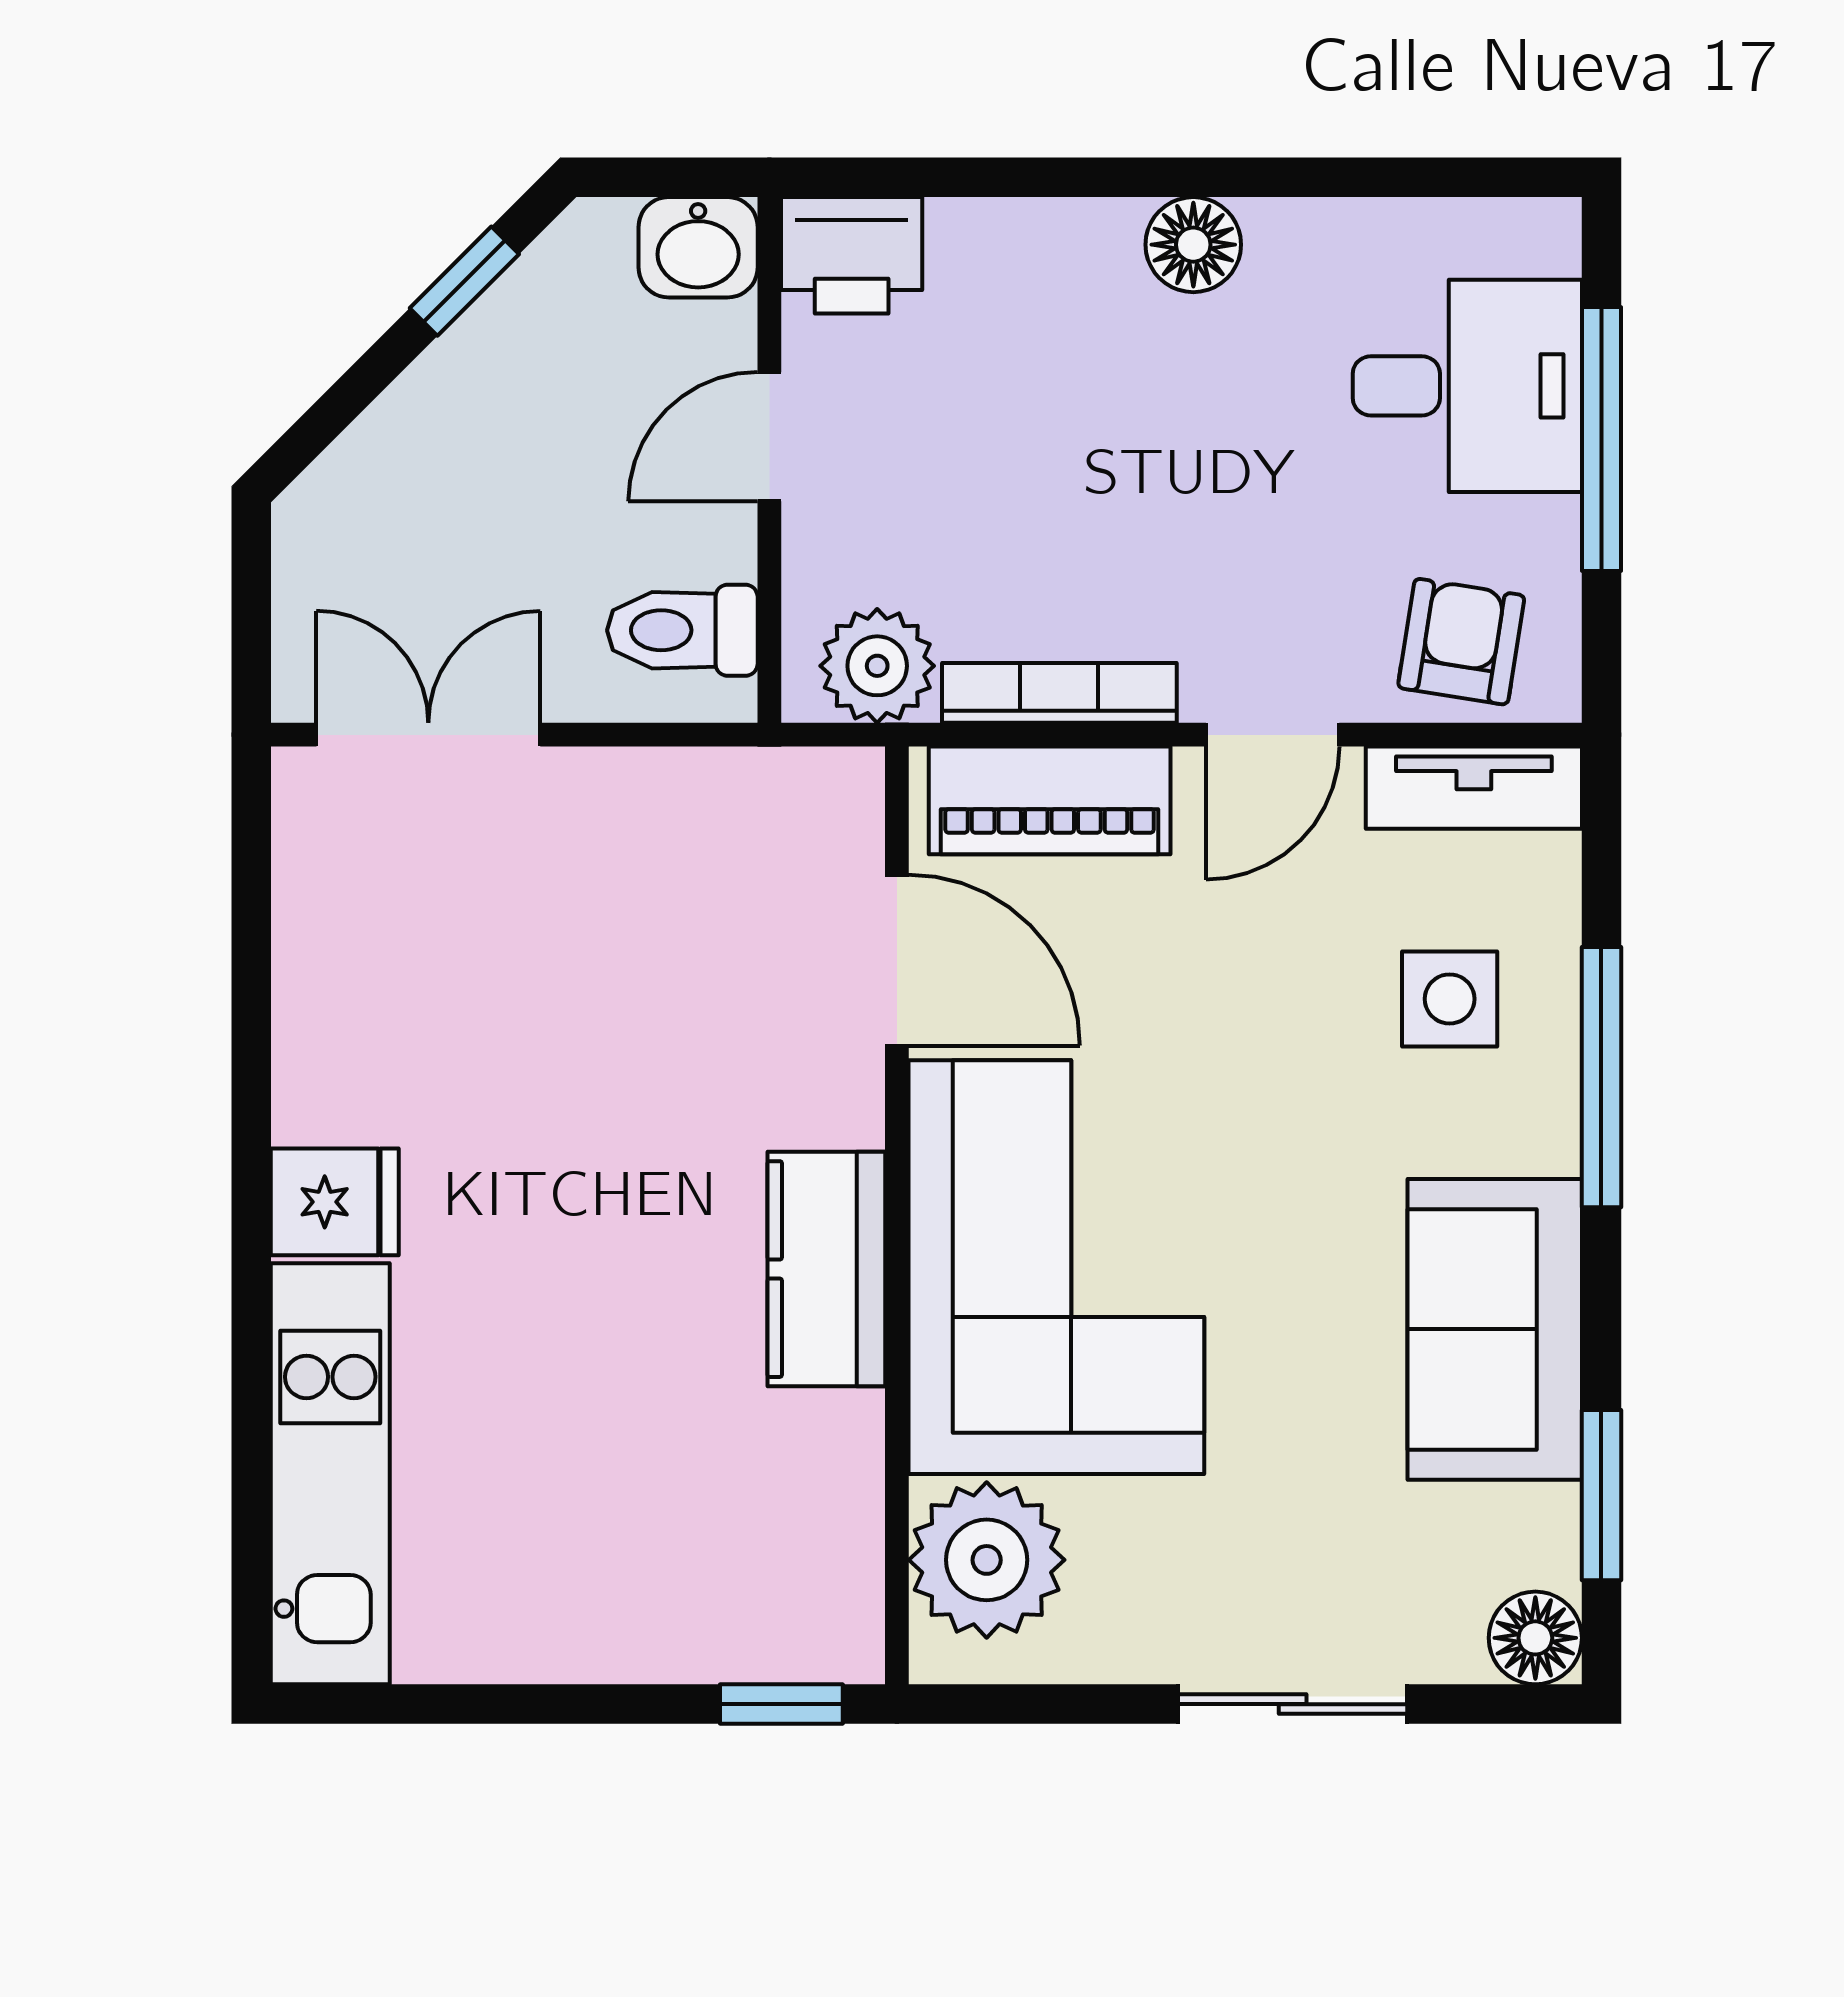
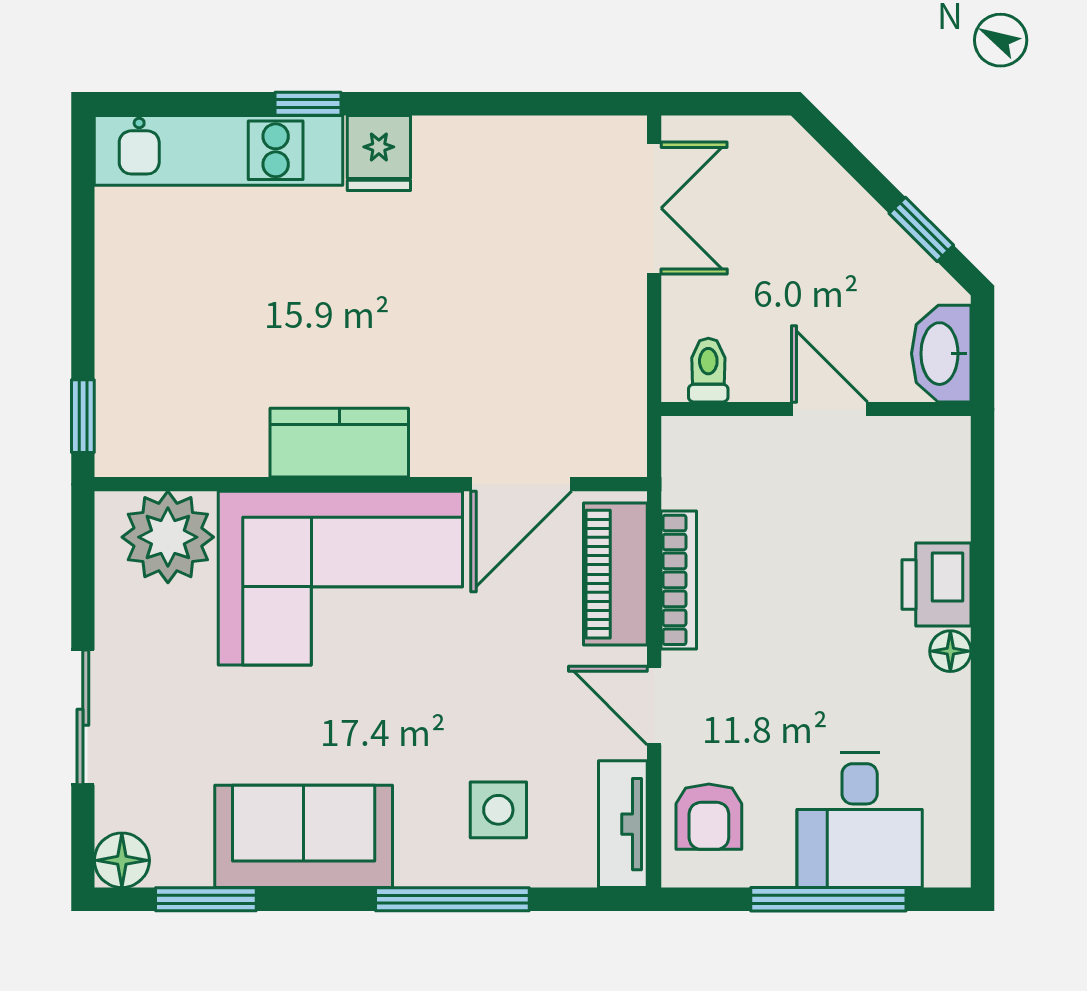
floor lamp: (1193, 245) -> (950, 651), width x0.73, depth x0.73
washbasin: (698, 247) -> (941, 354), width x1.38
printer: (852, 255) -> (937, 585), moved
toilet: (682, 630) -> (708, 370), width x0.73, depth x0.72
armchair: (1461, 642) -> (709, 817), turned 81
plant: (877, 666) -> (695, 473), removed
window: (251, 1322) -> (308, 104), added

